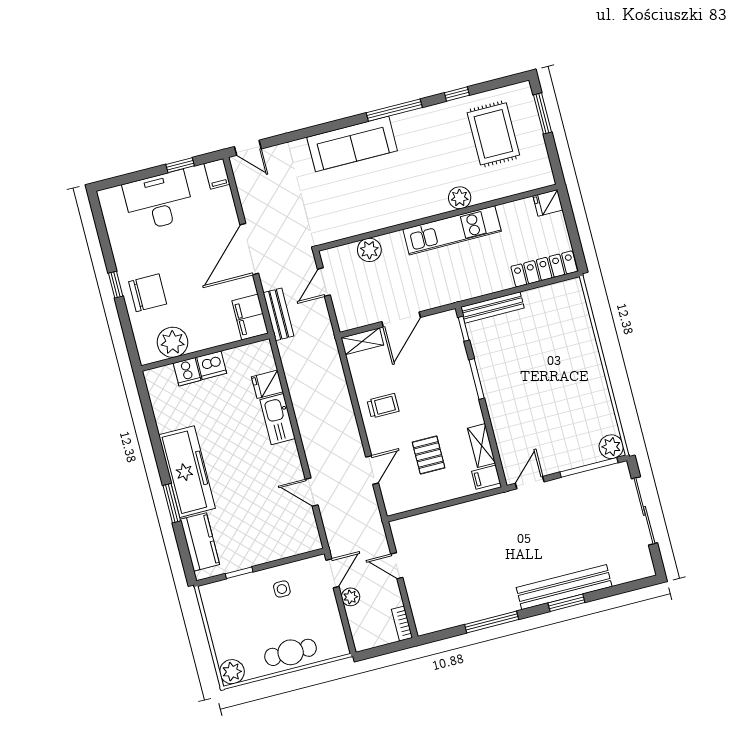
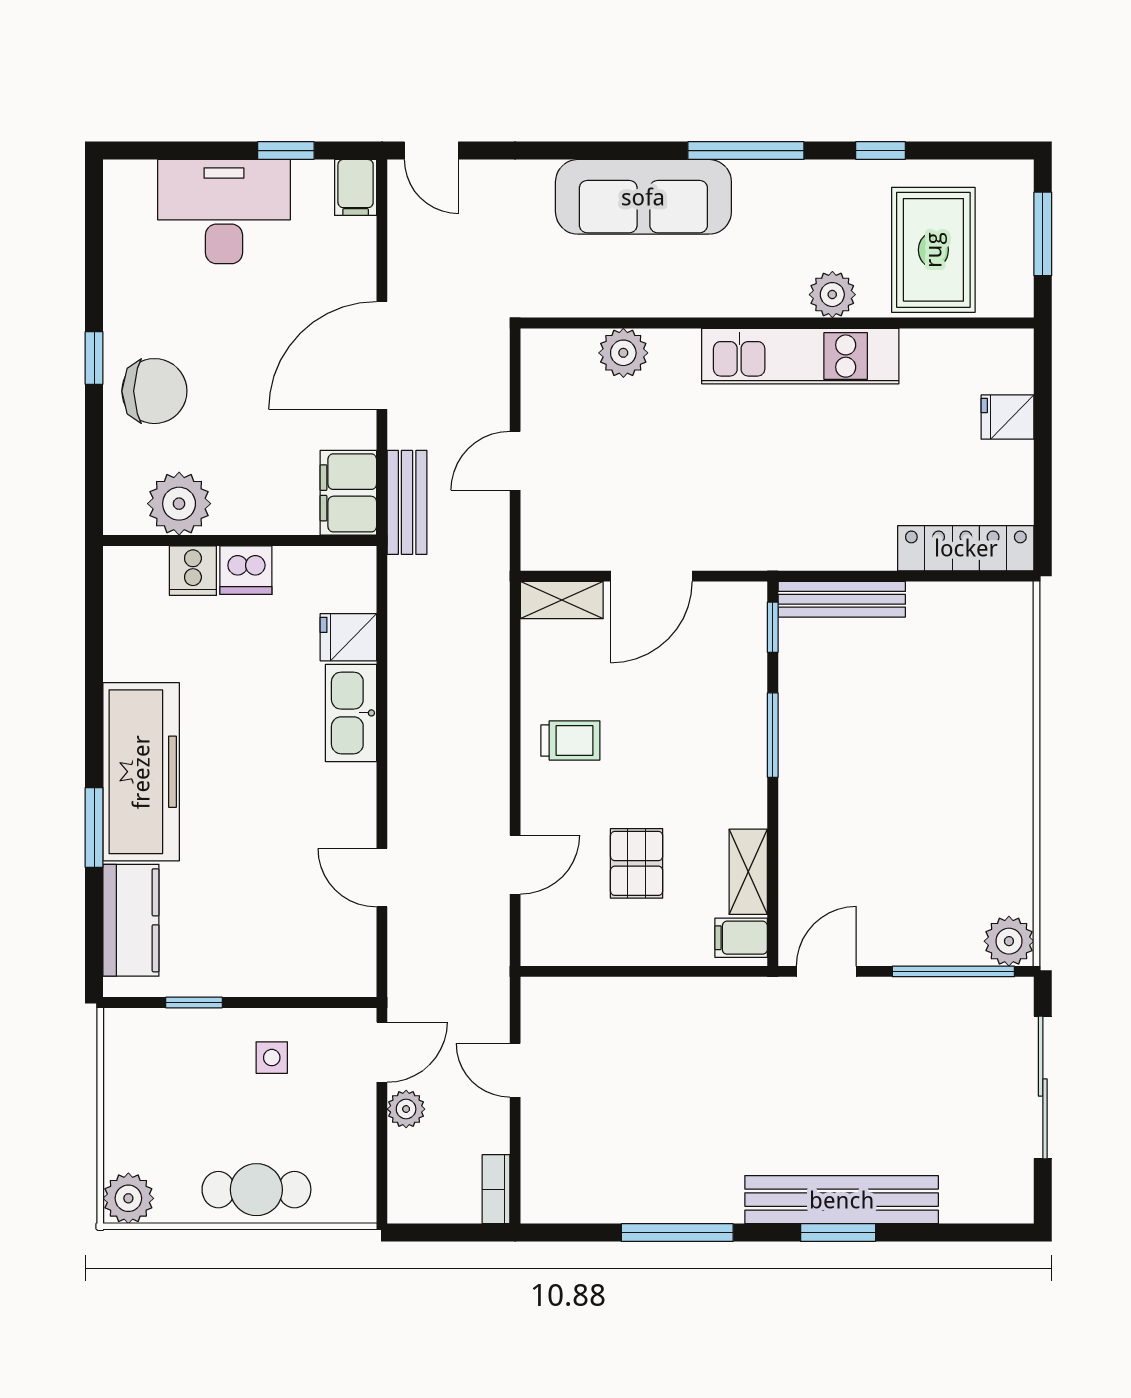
plant: (460, 198) -> (832, 295), moved
wall: (437, 218) -> (777, 323), moved
kitchen unit: (452, 230) -> (800, 356), moved
plant: (369, 250) -> (623, 353), moved

